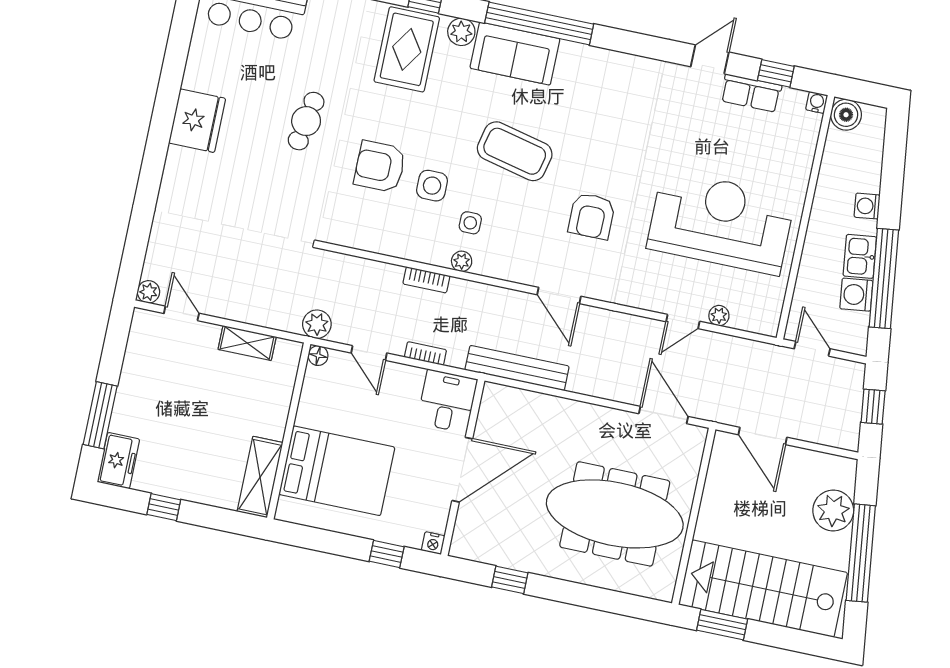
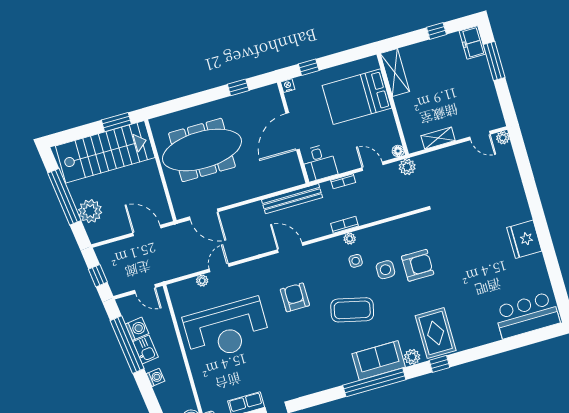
cafe table: (306, 121) -> (468, 269), removed
bookcase: (426, 280) -> (344, 225), moved

